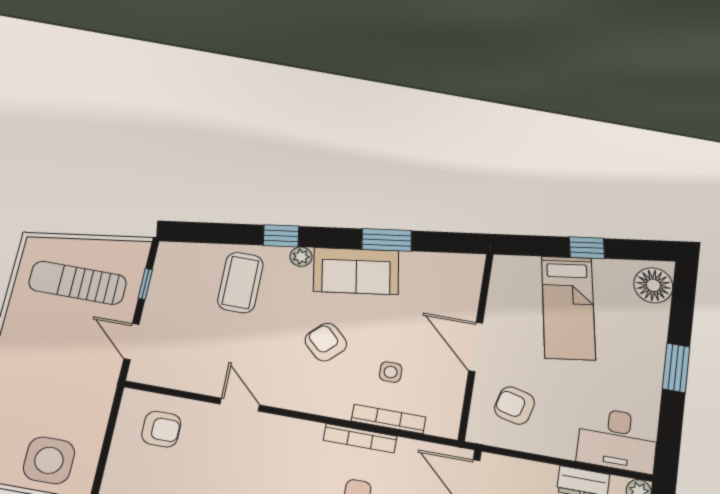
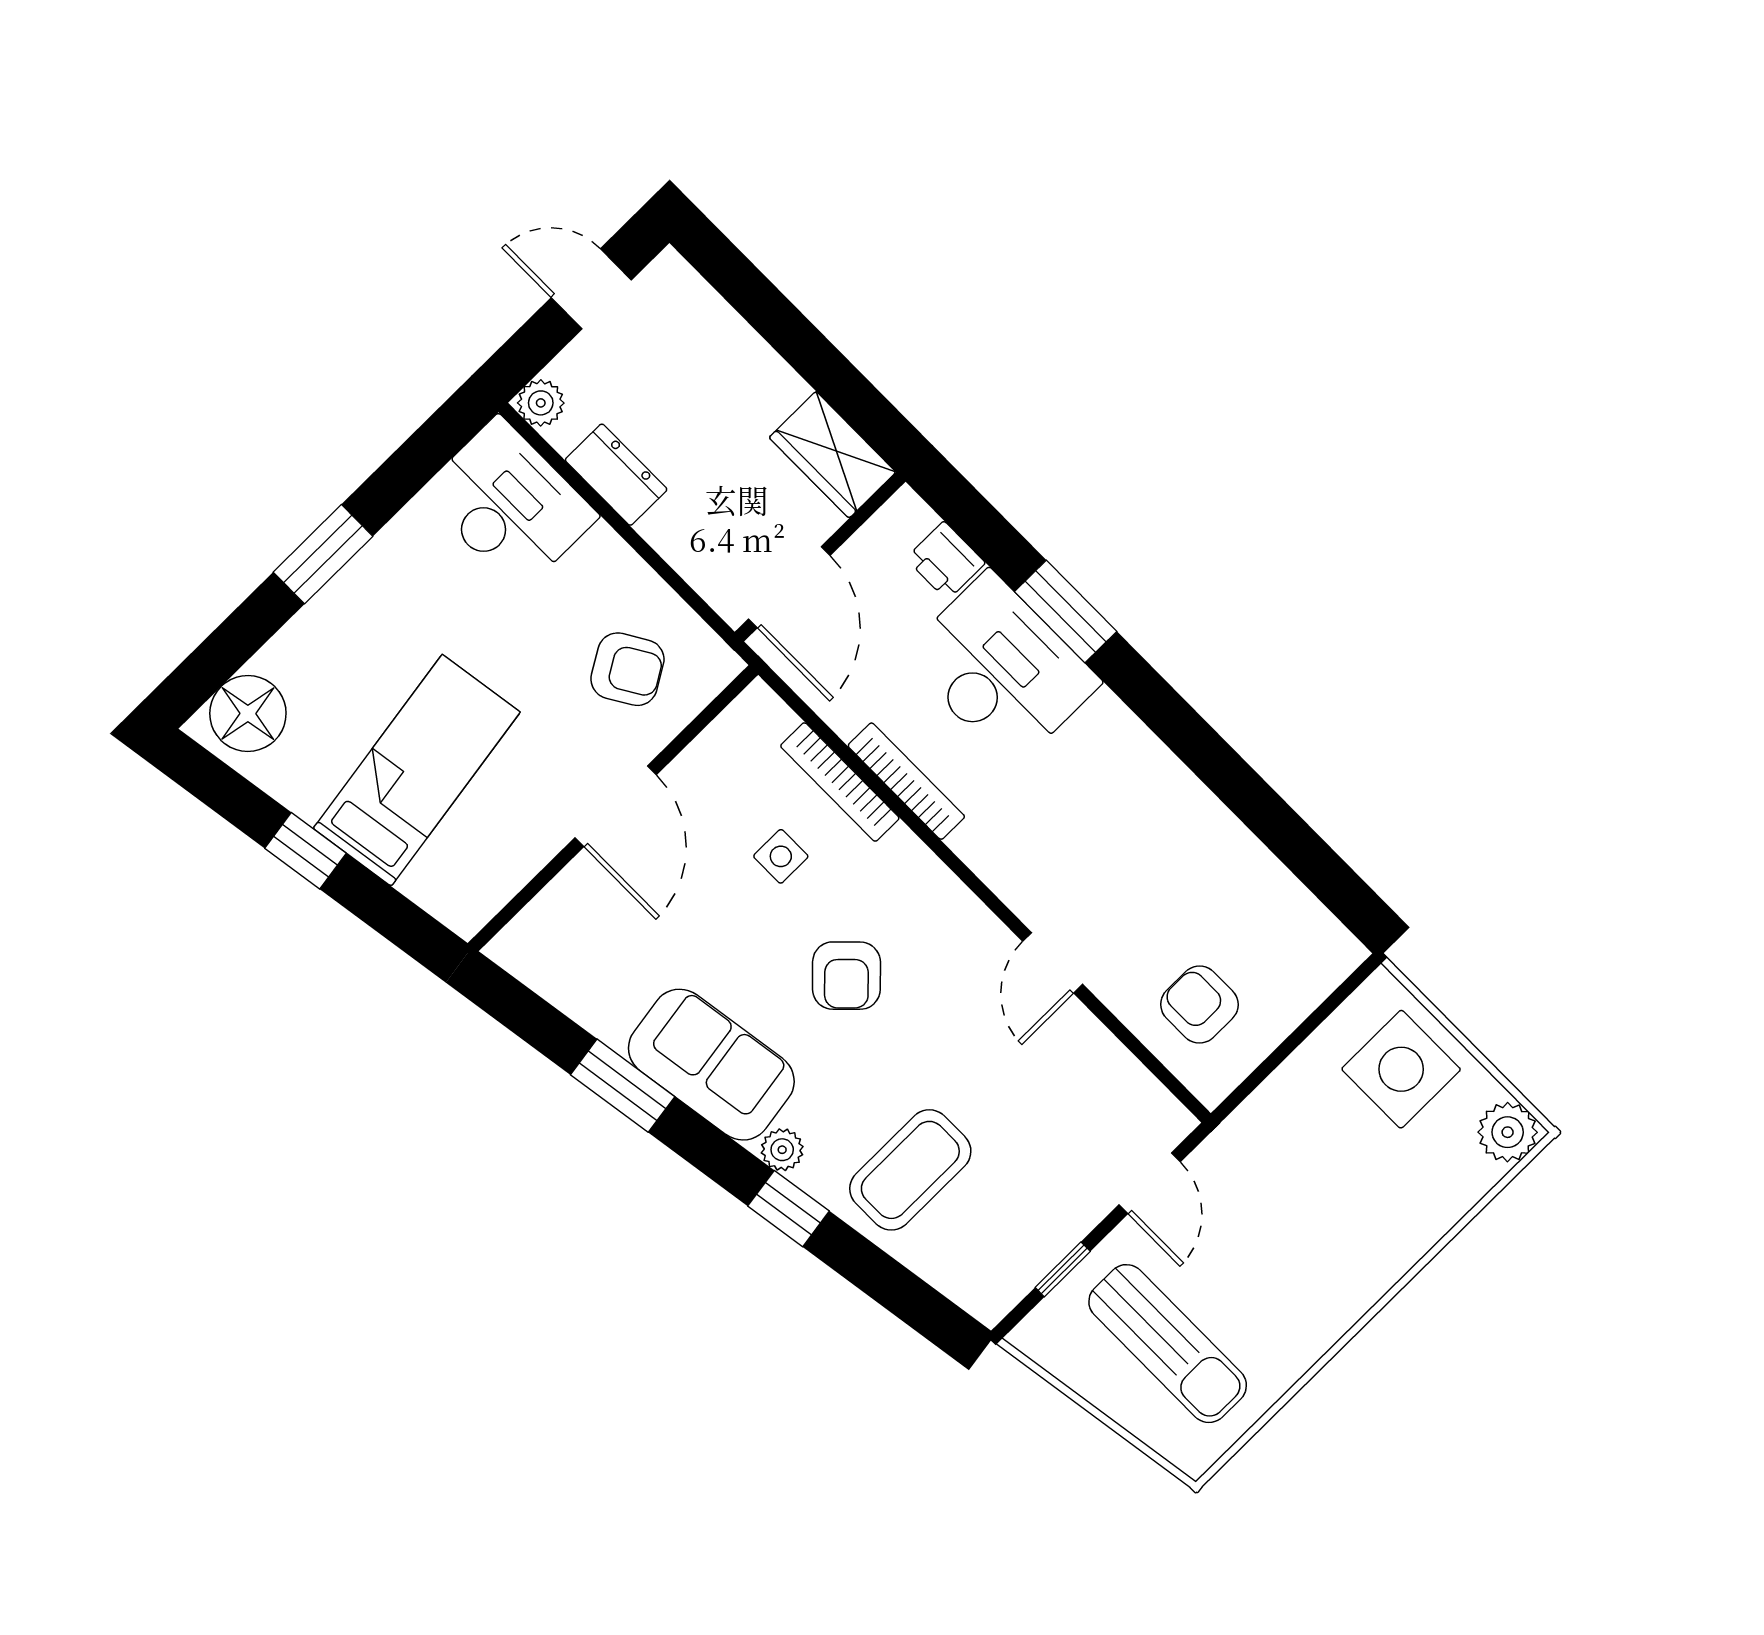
armchair: (514, 405) -> (627, 669), turned -45

